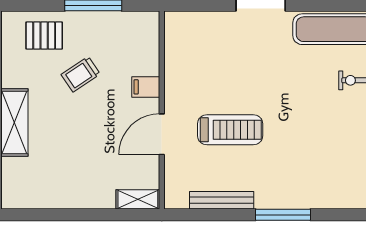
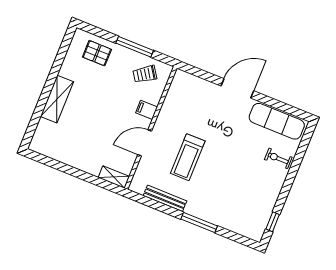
trolley: (81, 74) -> (145, 74), moved
treadmill: (230, 130) -> (188, 157), turned 90

